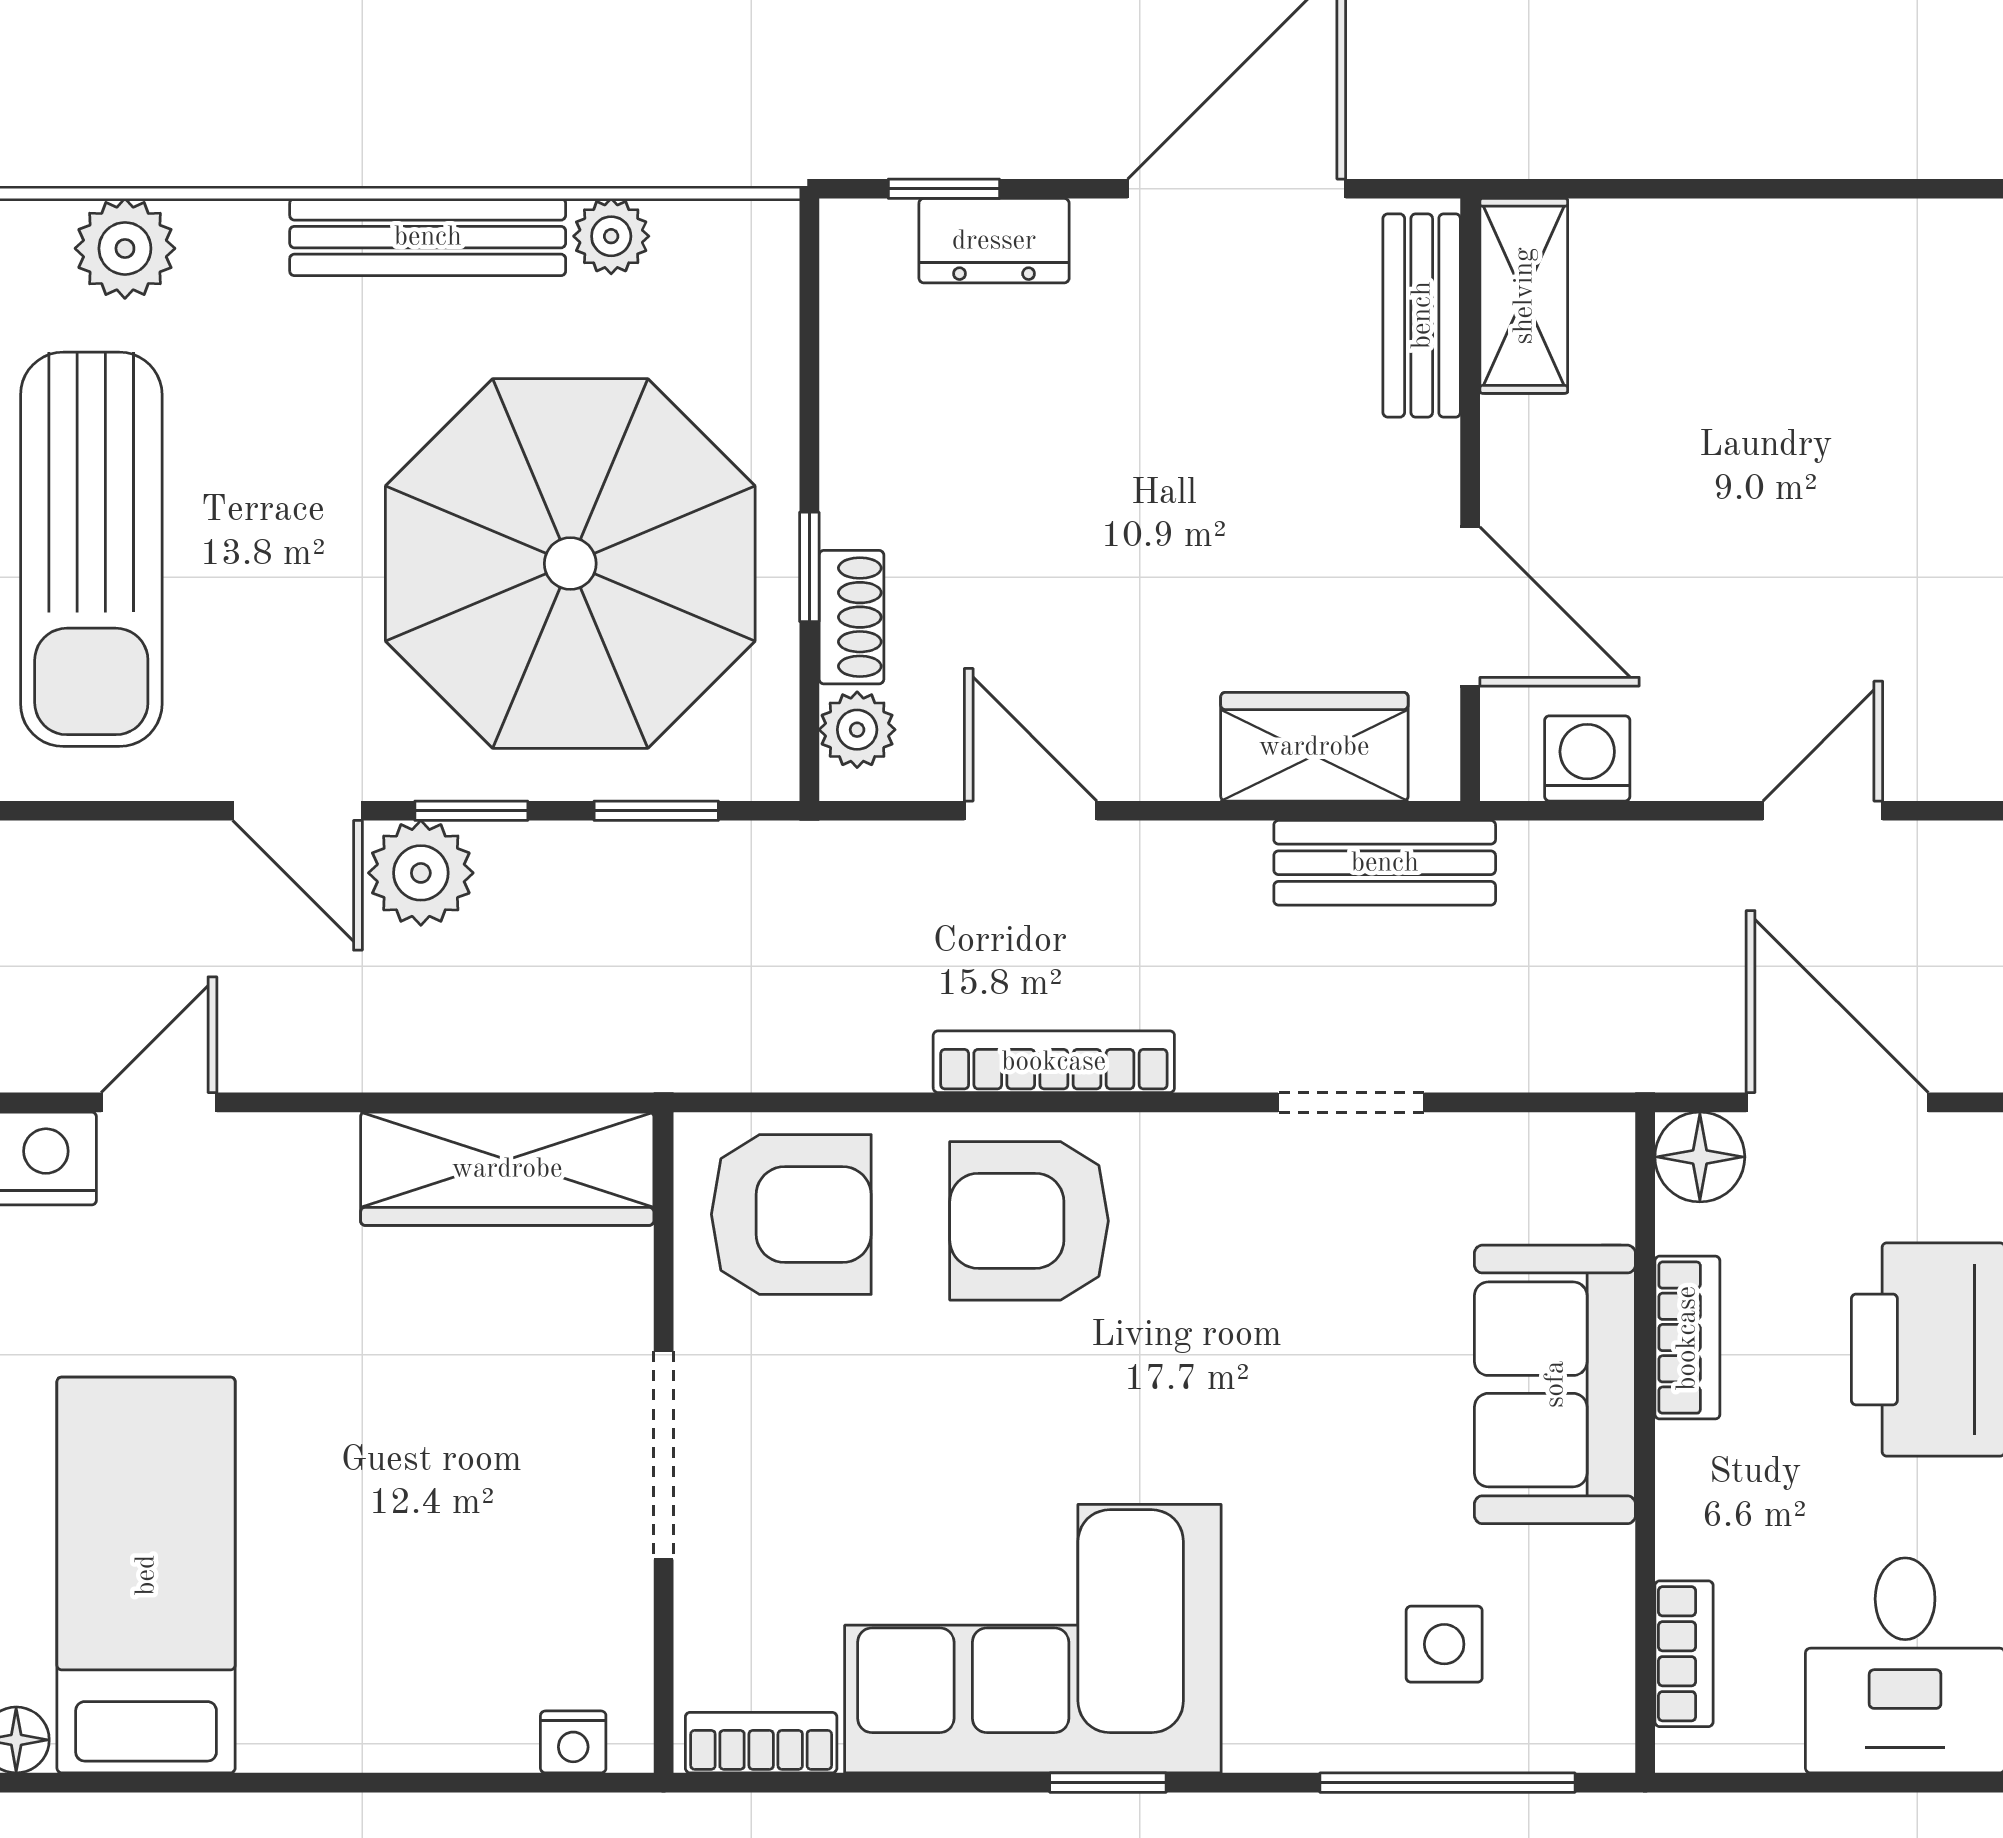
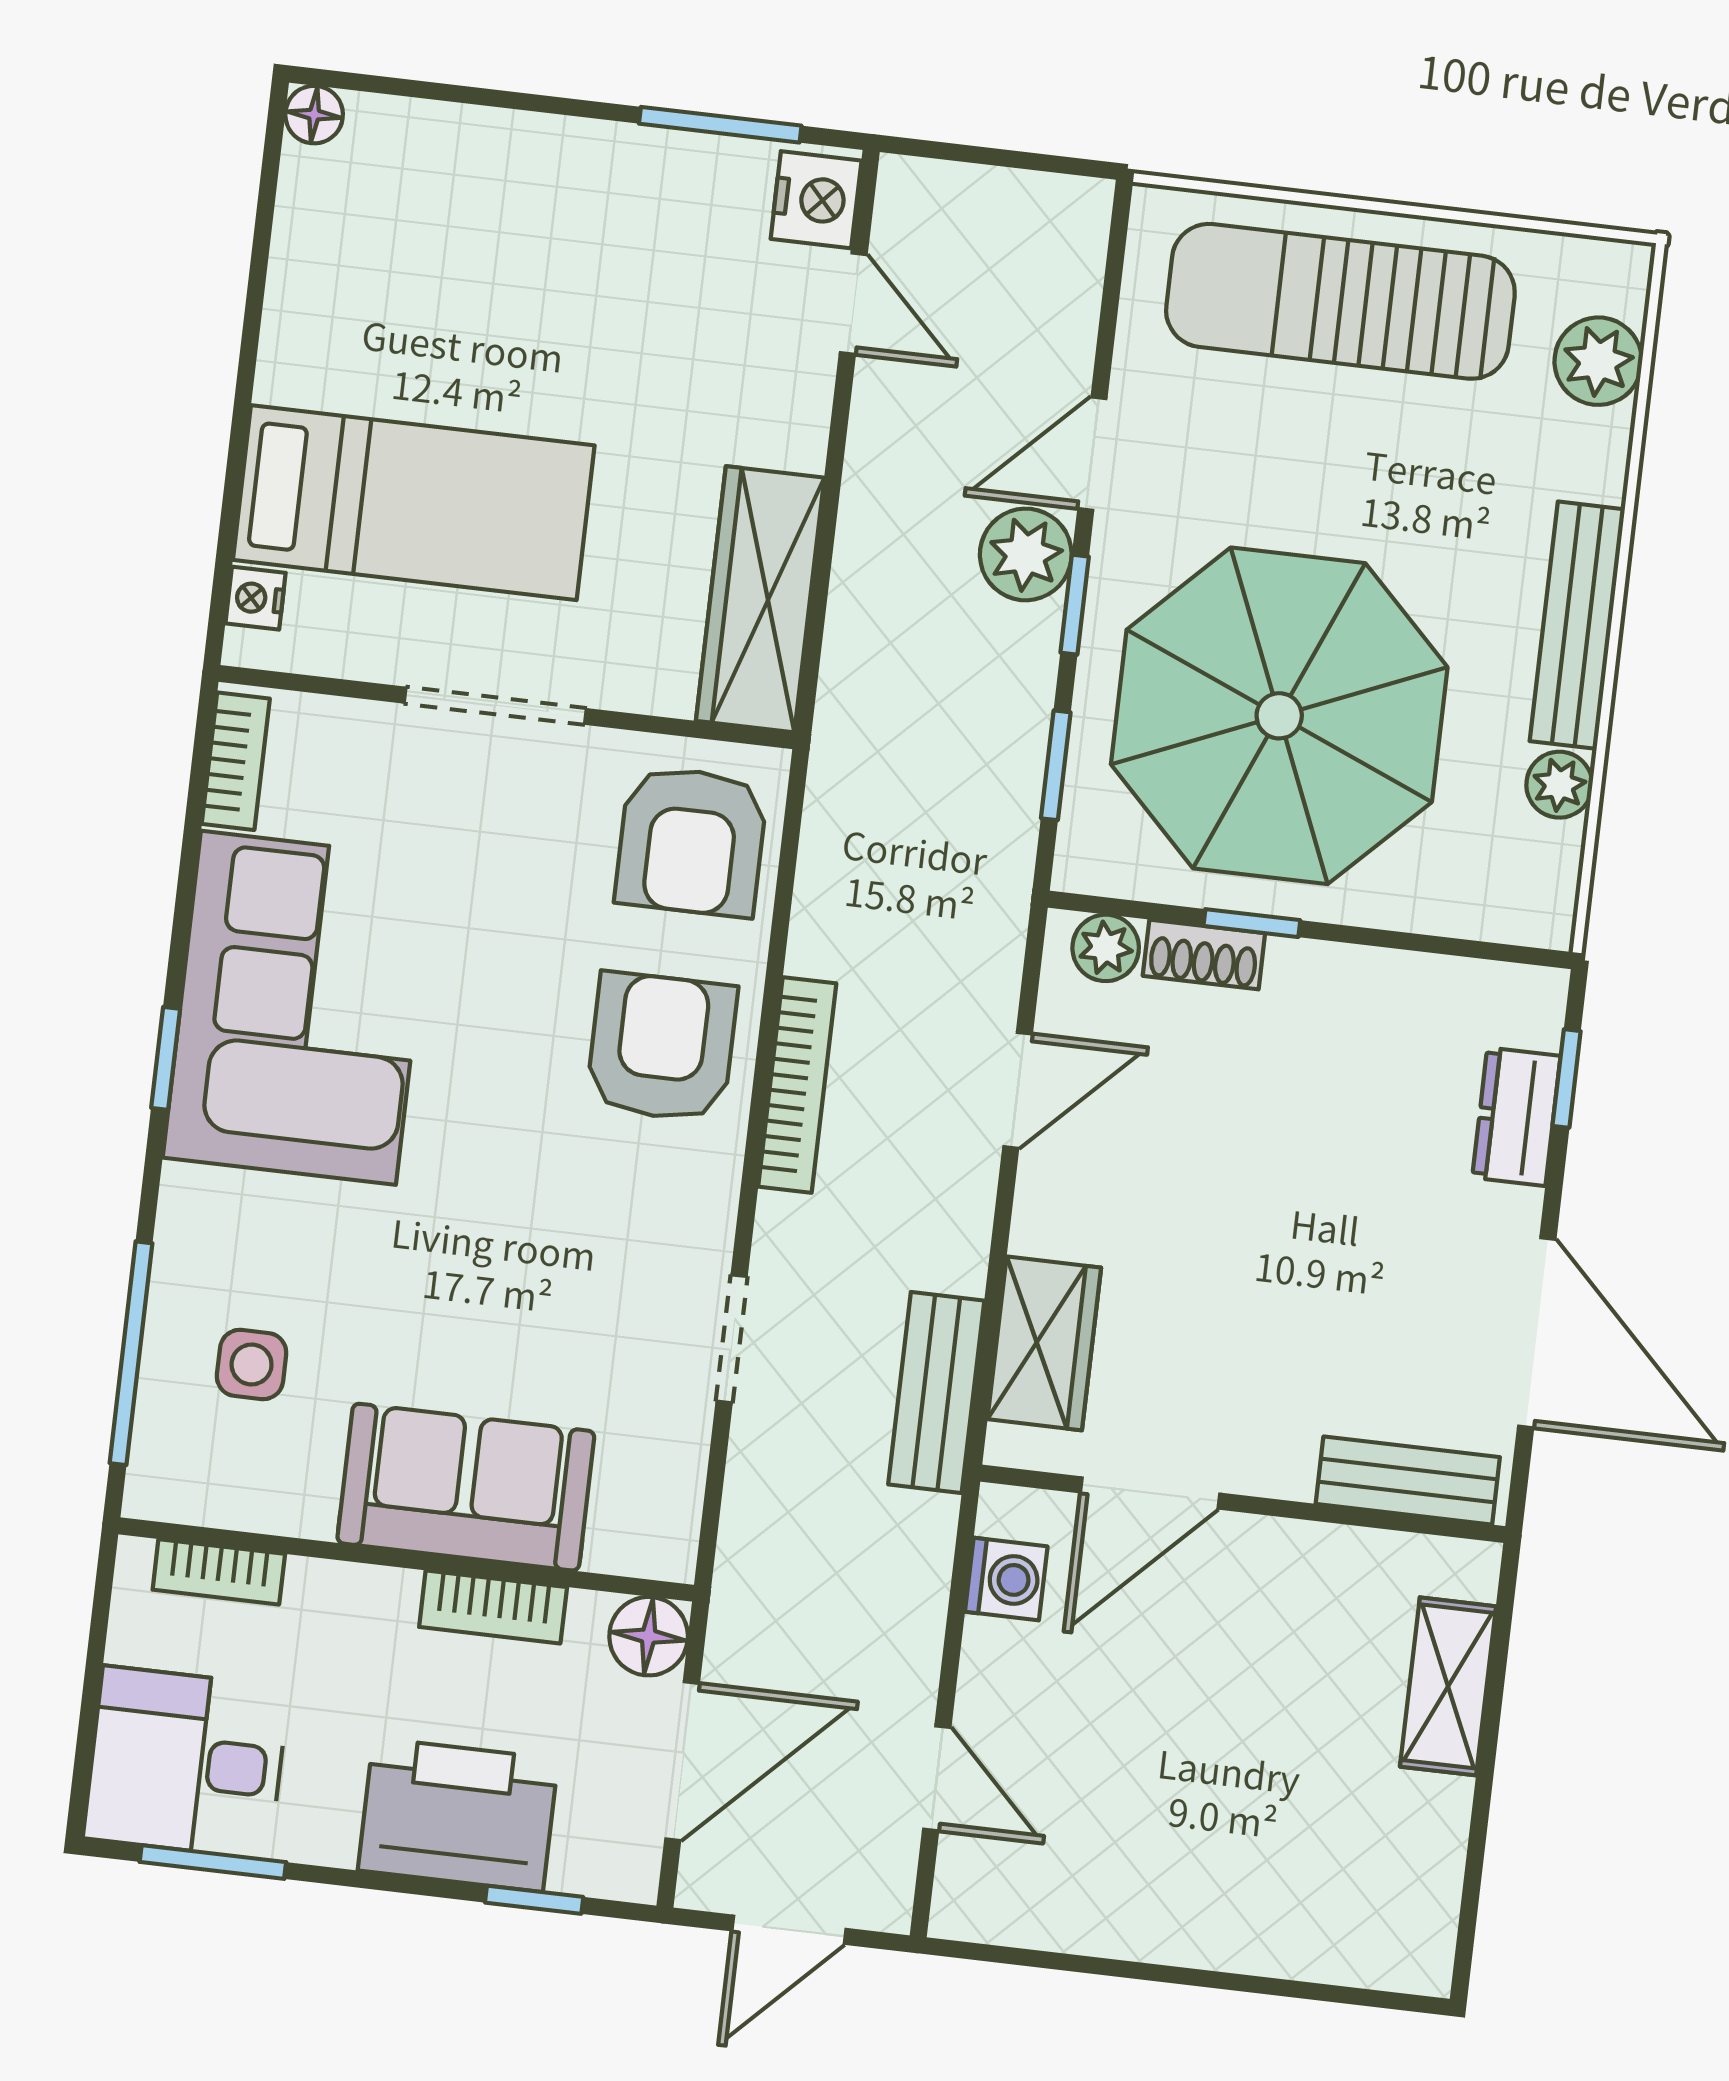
shelving: (1524, 296) -> (1448, 1686), moved, turned 90
bed: (146, 1575) -> (414, 503), moved

